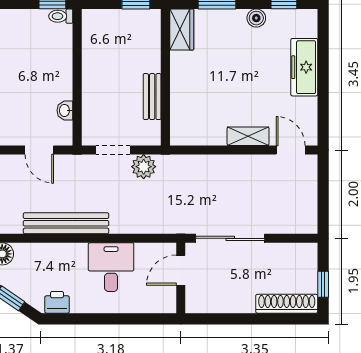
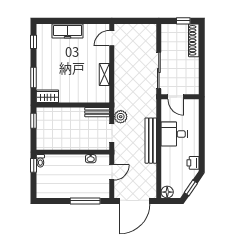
boiler: (256, 18) -> (41, 57), removed
bench: (152, 97) -> (97, 112), moved
shelving: (248, 136) -> (104, 74), moved
bench: (66, 223) -> (151, 141), moved

